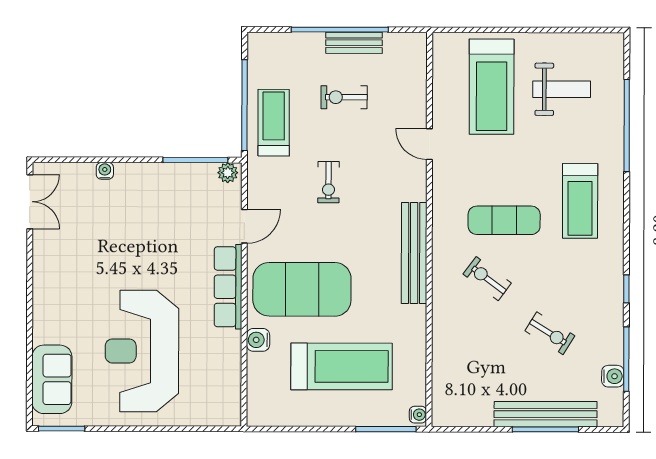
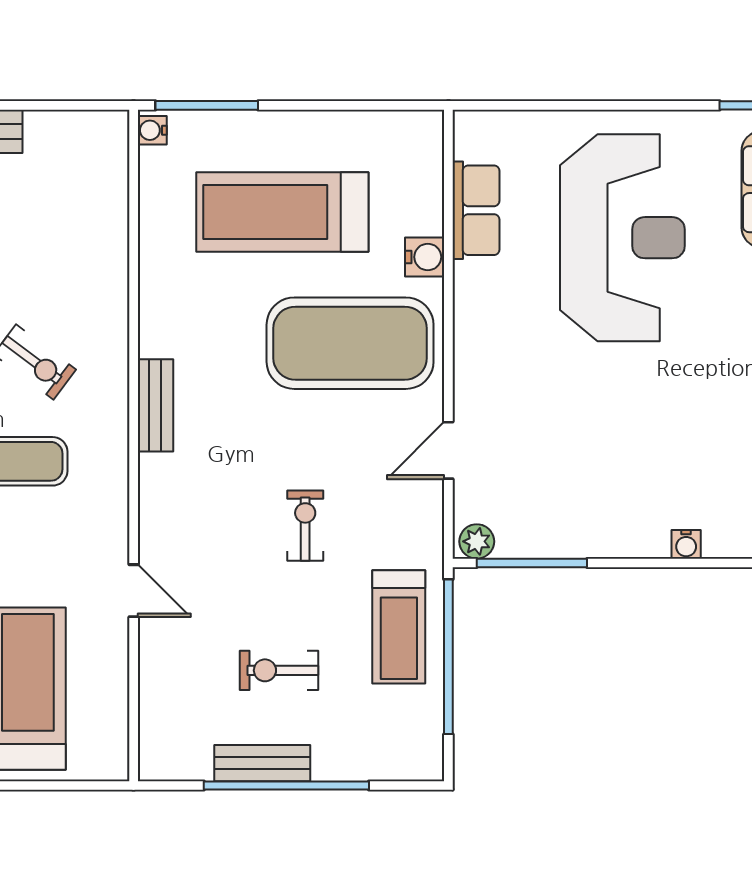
exercise bike: (344, 97) -> (279, 670), turned 180
bench: (414, 253) -> (155, 405), width x0.54, depth x0.82
row of seats: (228, 287) -> (476, 210), moved, width x0.68

